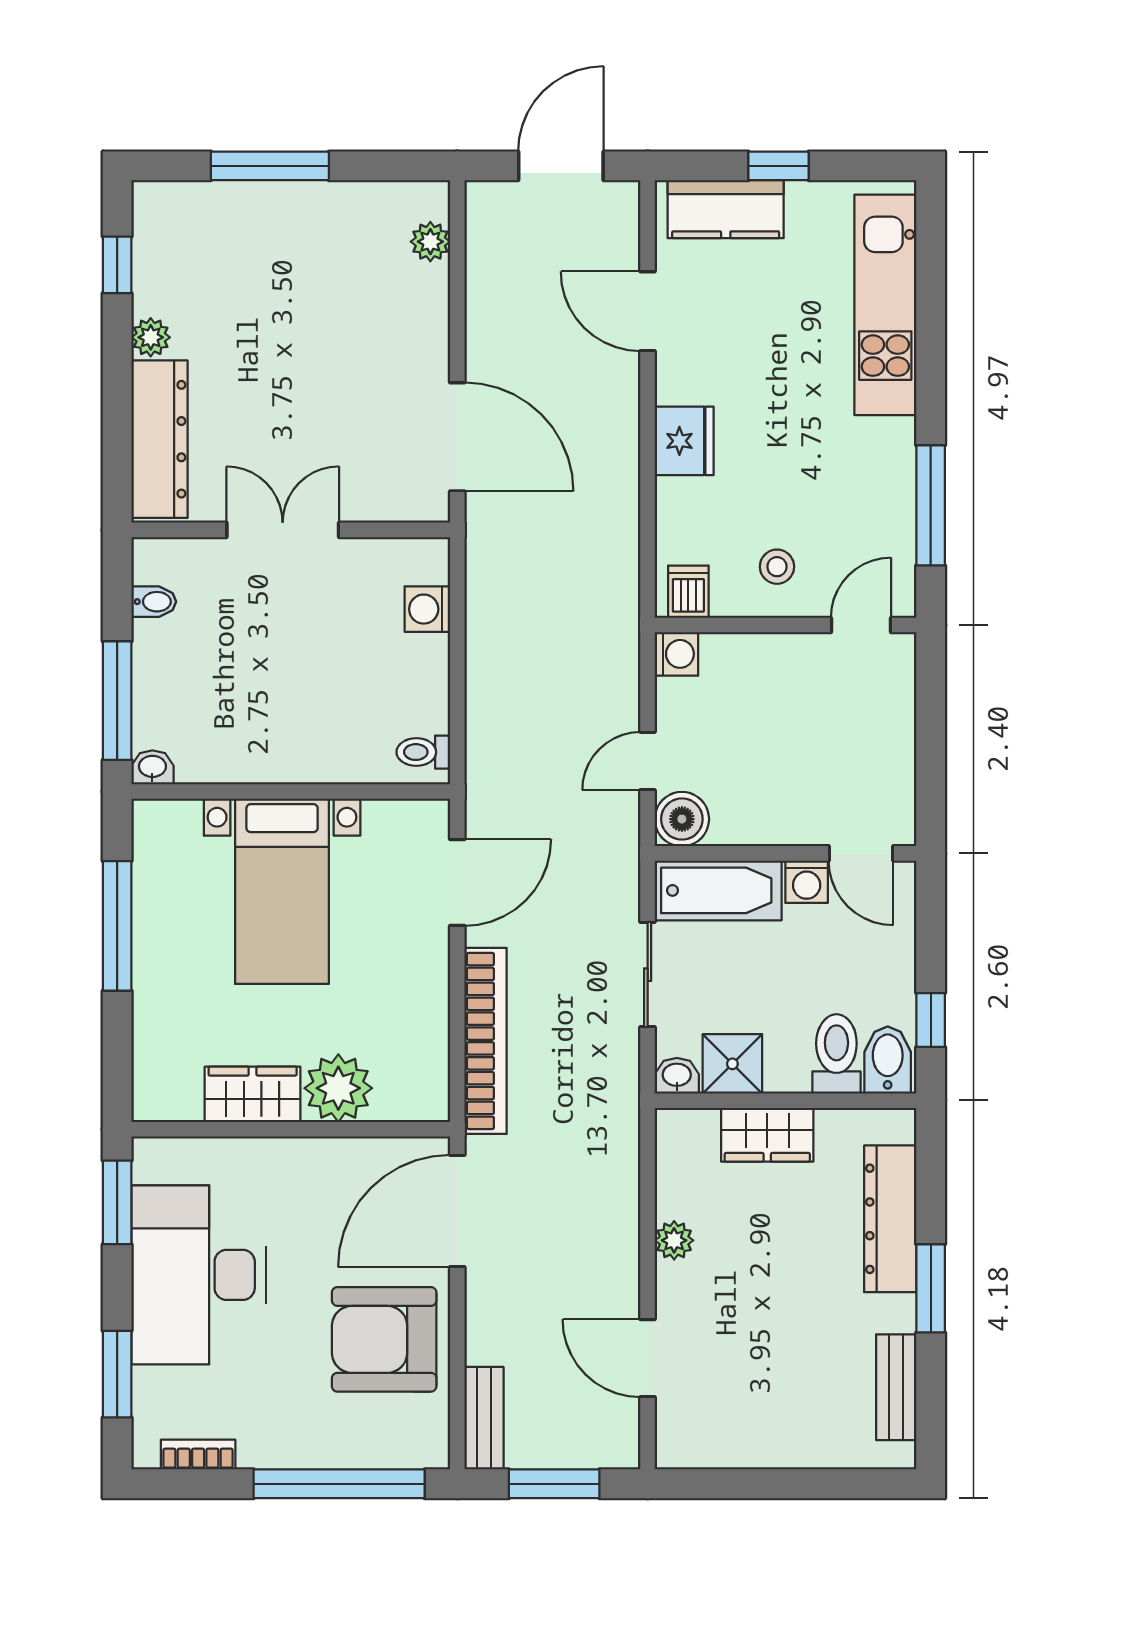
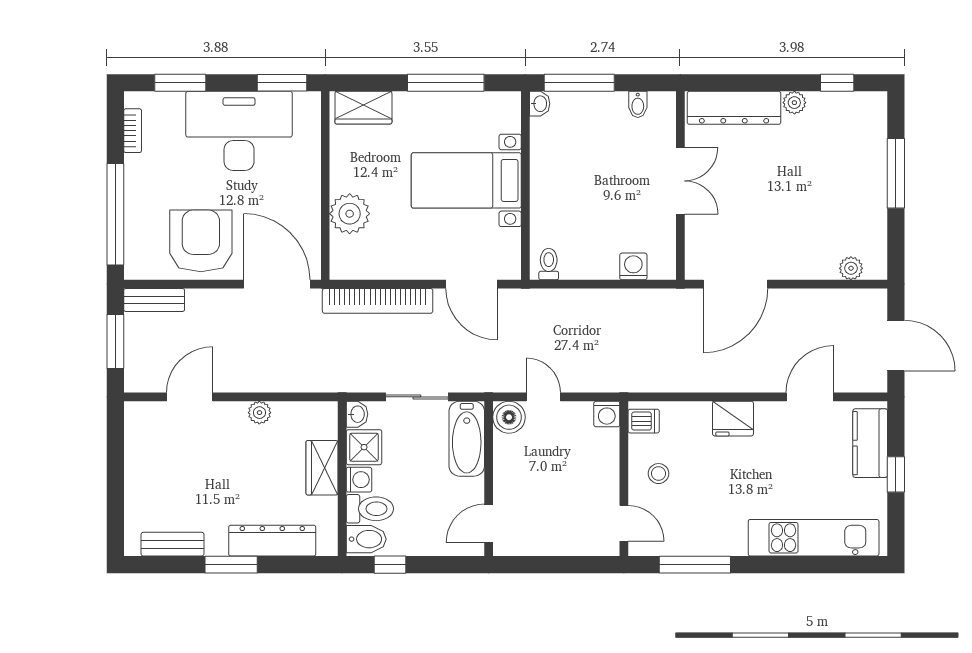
washing machine: (807, 882) -> (359, 480), moved, turned 180
wardrobe: (253, 1094) -> (363, 108), moved, turned 90

